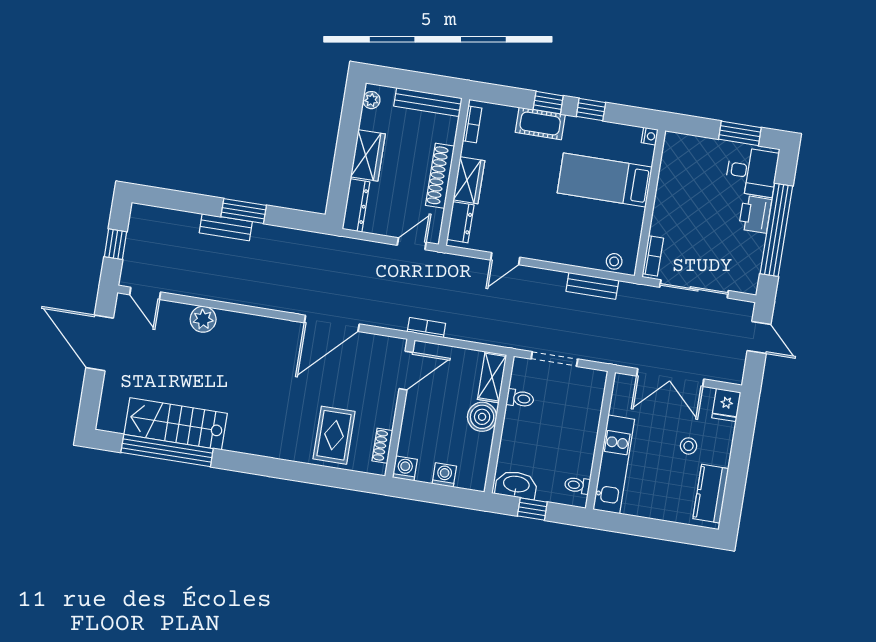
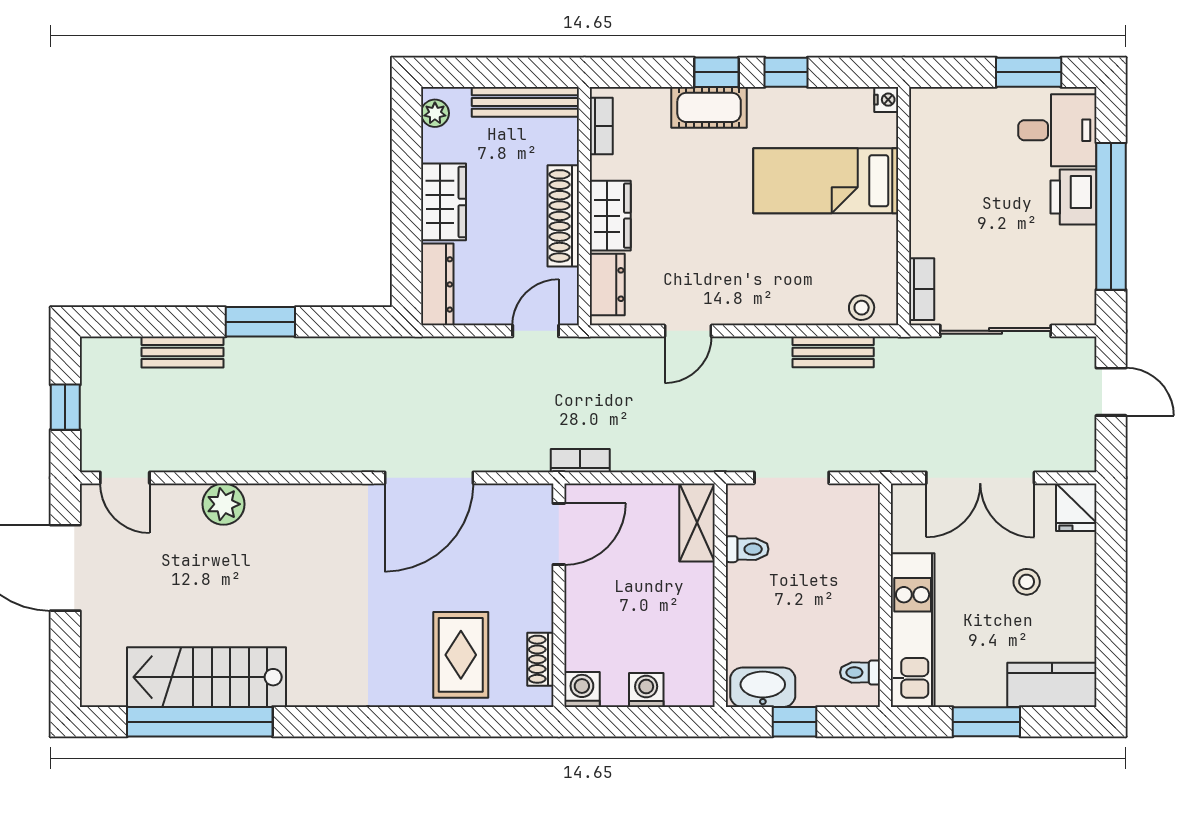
bench: (226, 227) -> (182, 352), moved
boiler: (482, 417) -> (691, 588), removed
kitchen counter: (711, 494) -> (1052, 685), moved, turned 90
window: (650, 528) -> (986, 722), added

